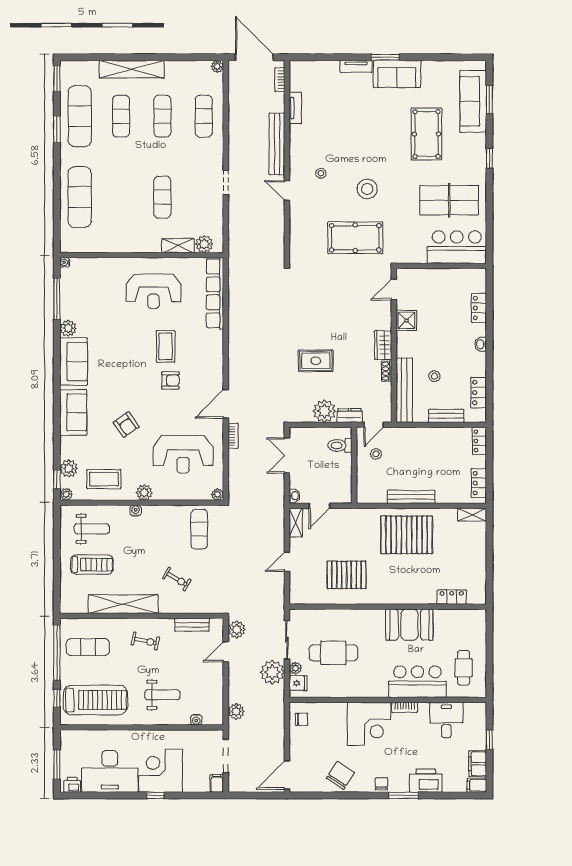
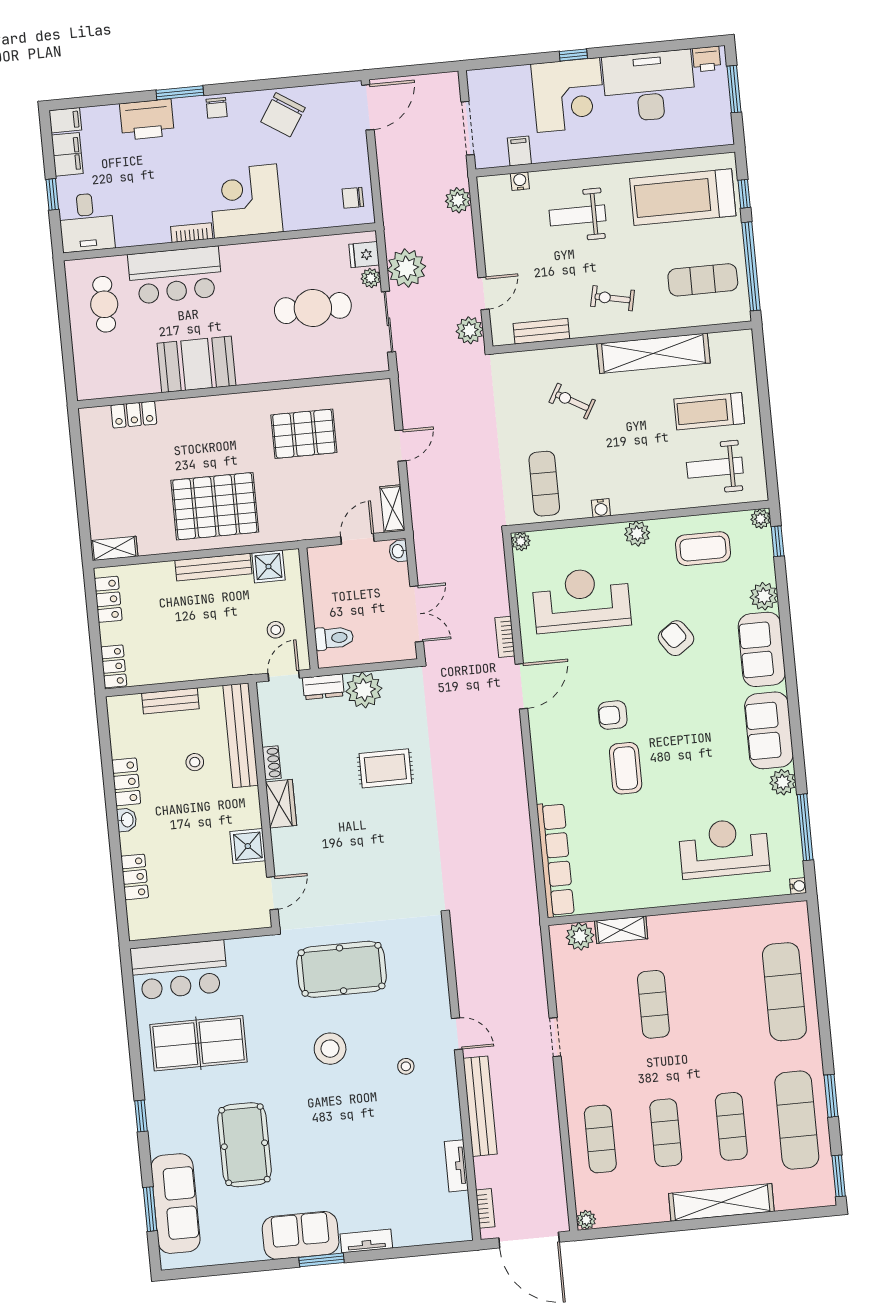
reception desk: (153, 291) -> (724, 848), moved
locker: (479, 393) -> (126, 782), moved
plant: (69, 469) -> (764, 596), moved
shower: (377, 494) -> (268, 567), added
water cooler: (136, 511) -> (601, 508), moved
desk: (446, 720) -> (86, 222), moved
filing cabinet: (217, 783) -> (519, 151), moved, turned 180

